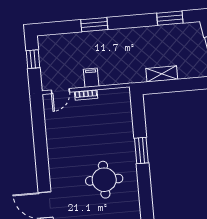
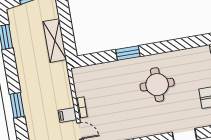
shelving: (162, 74) -> (55, 41), width x1.50, depth x1.33
filing cabinet: (91, 78) -> (67, 115), moved

